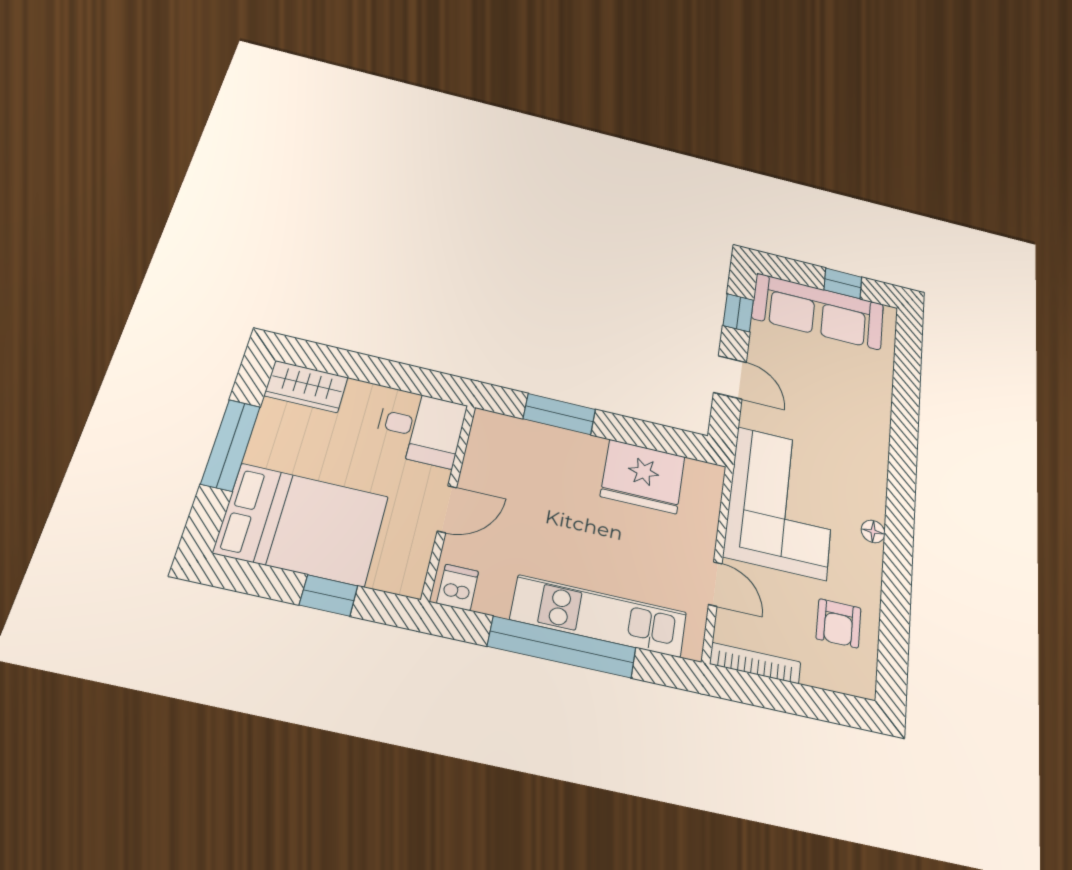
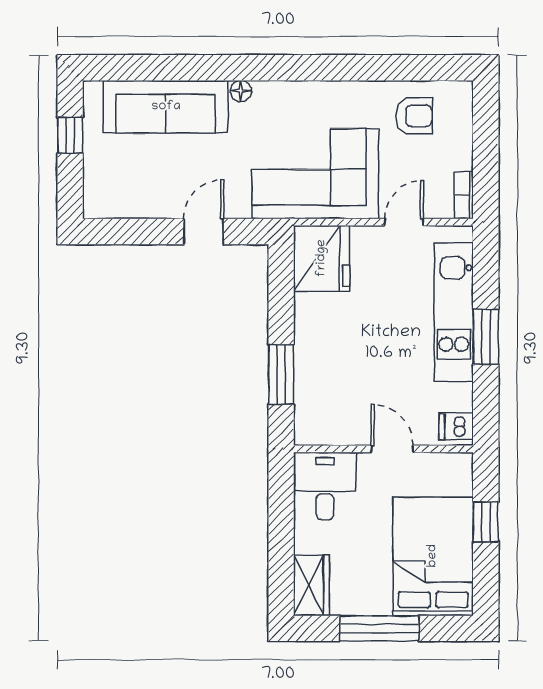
sofa: (818, 311) -> (166, 107), moved, turned 90
window: (738, 313) -> (133, 232), removed
fridge: (643, 476) -> (322, 258), moved
floor lamp: (873, 531) -> (241, 91), moved
window: (562, 647) -> (486, 337), width x0.47
bookcase: (755, 663) -> (464, 195), width x0.64

